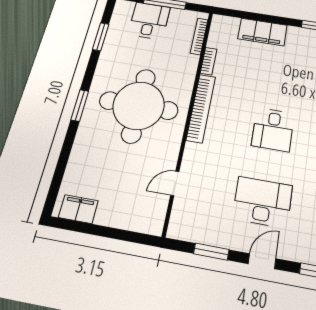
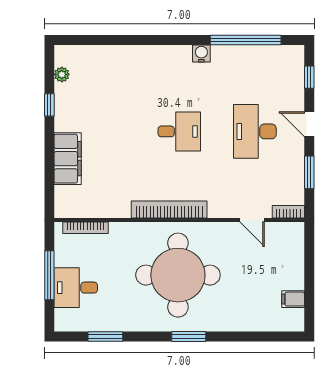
bookcase: (209, 61) -> (288, 212), moved
filing cabinet: (78, 209) -> (293, 299), width x0.50

